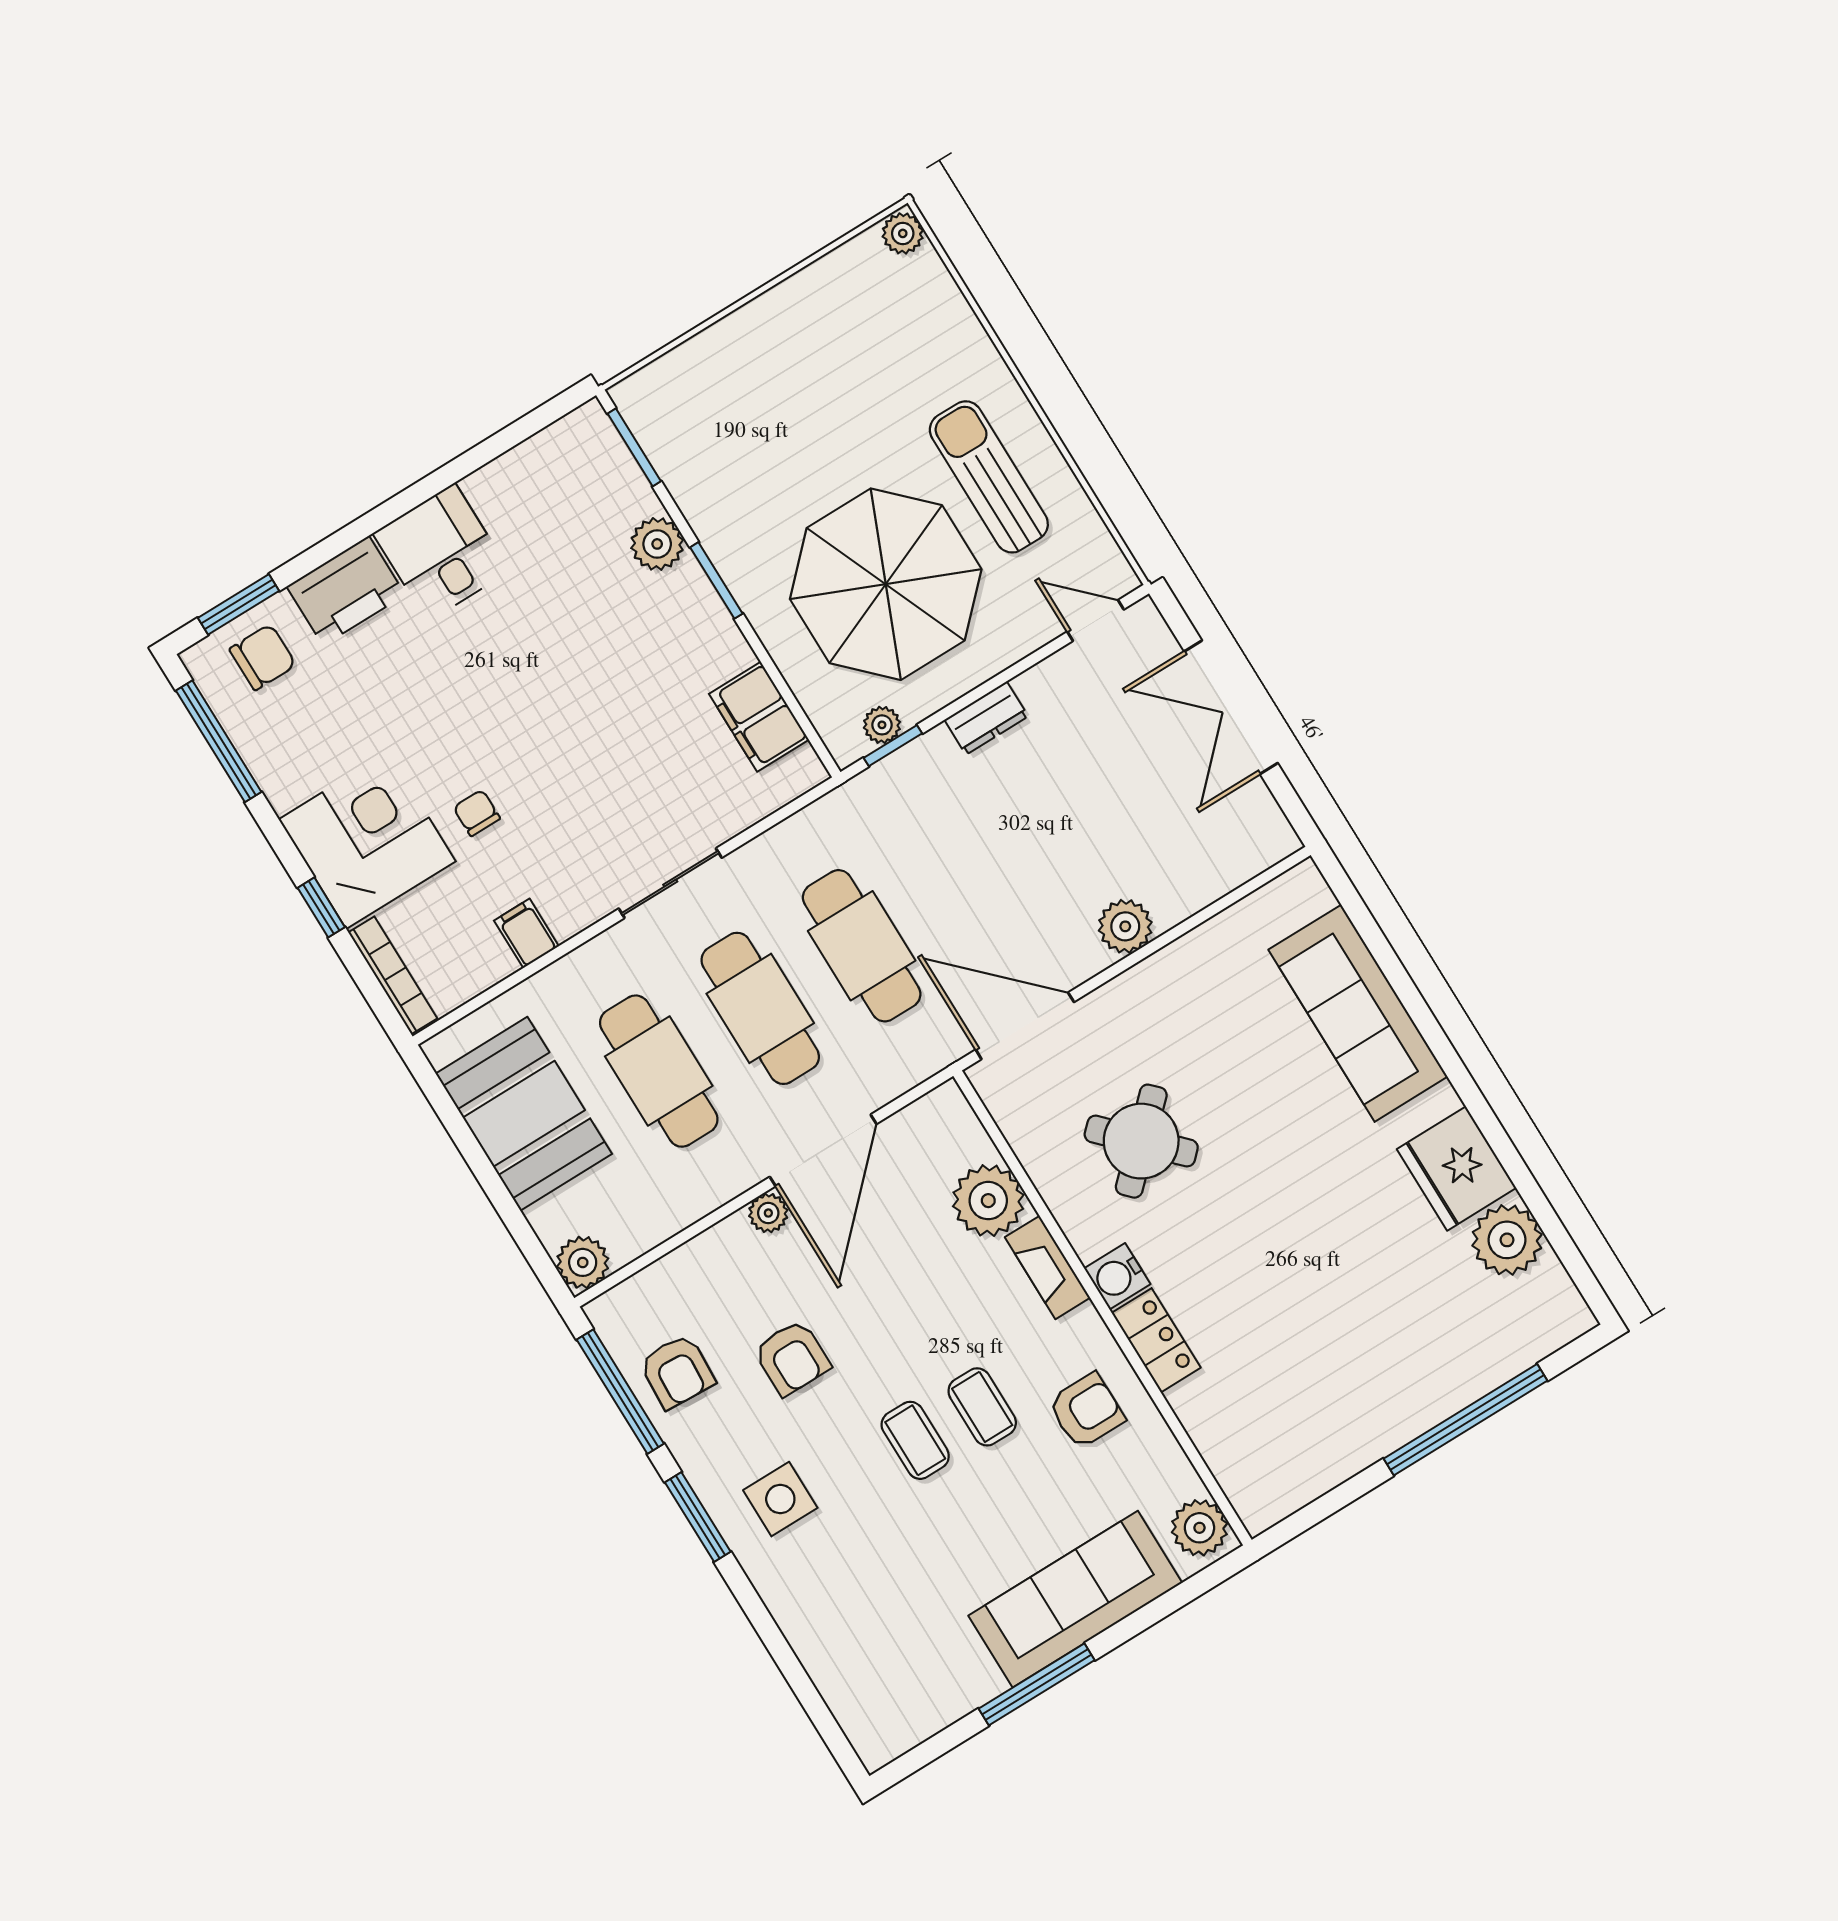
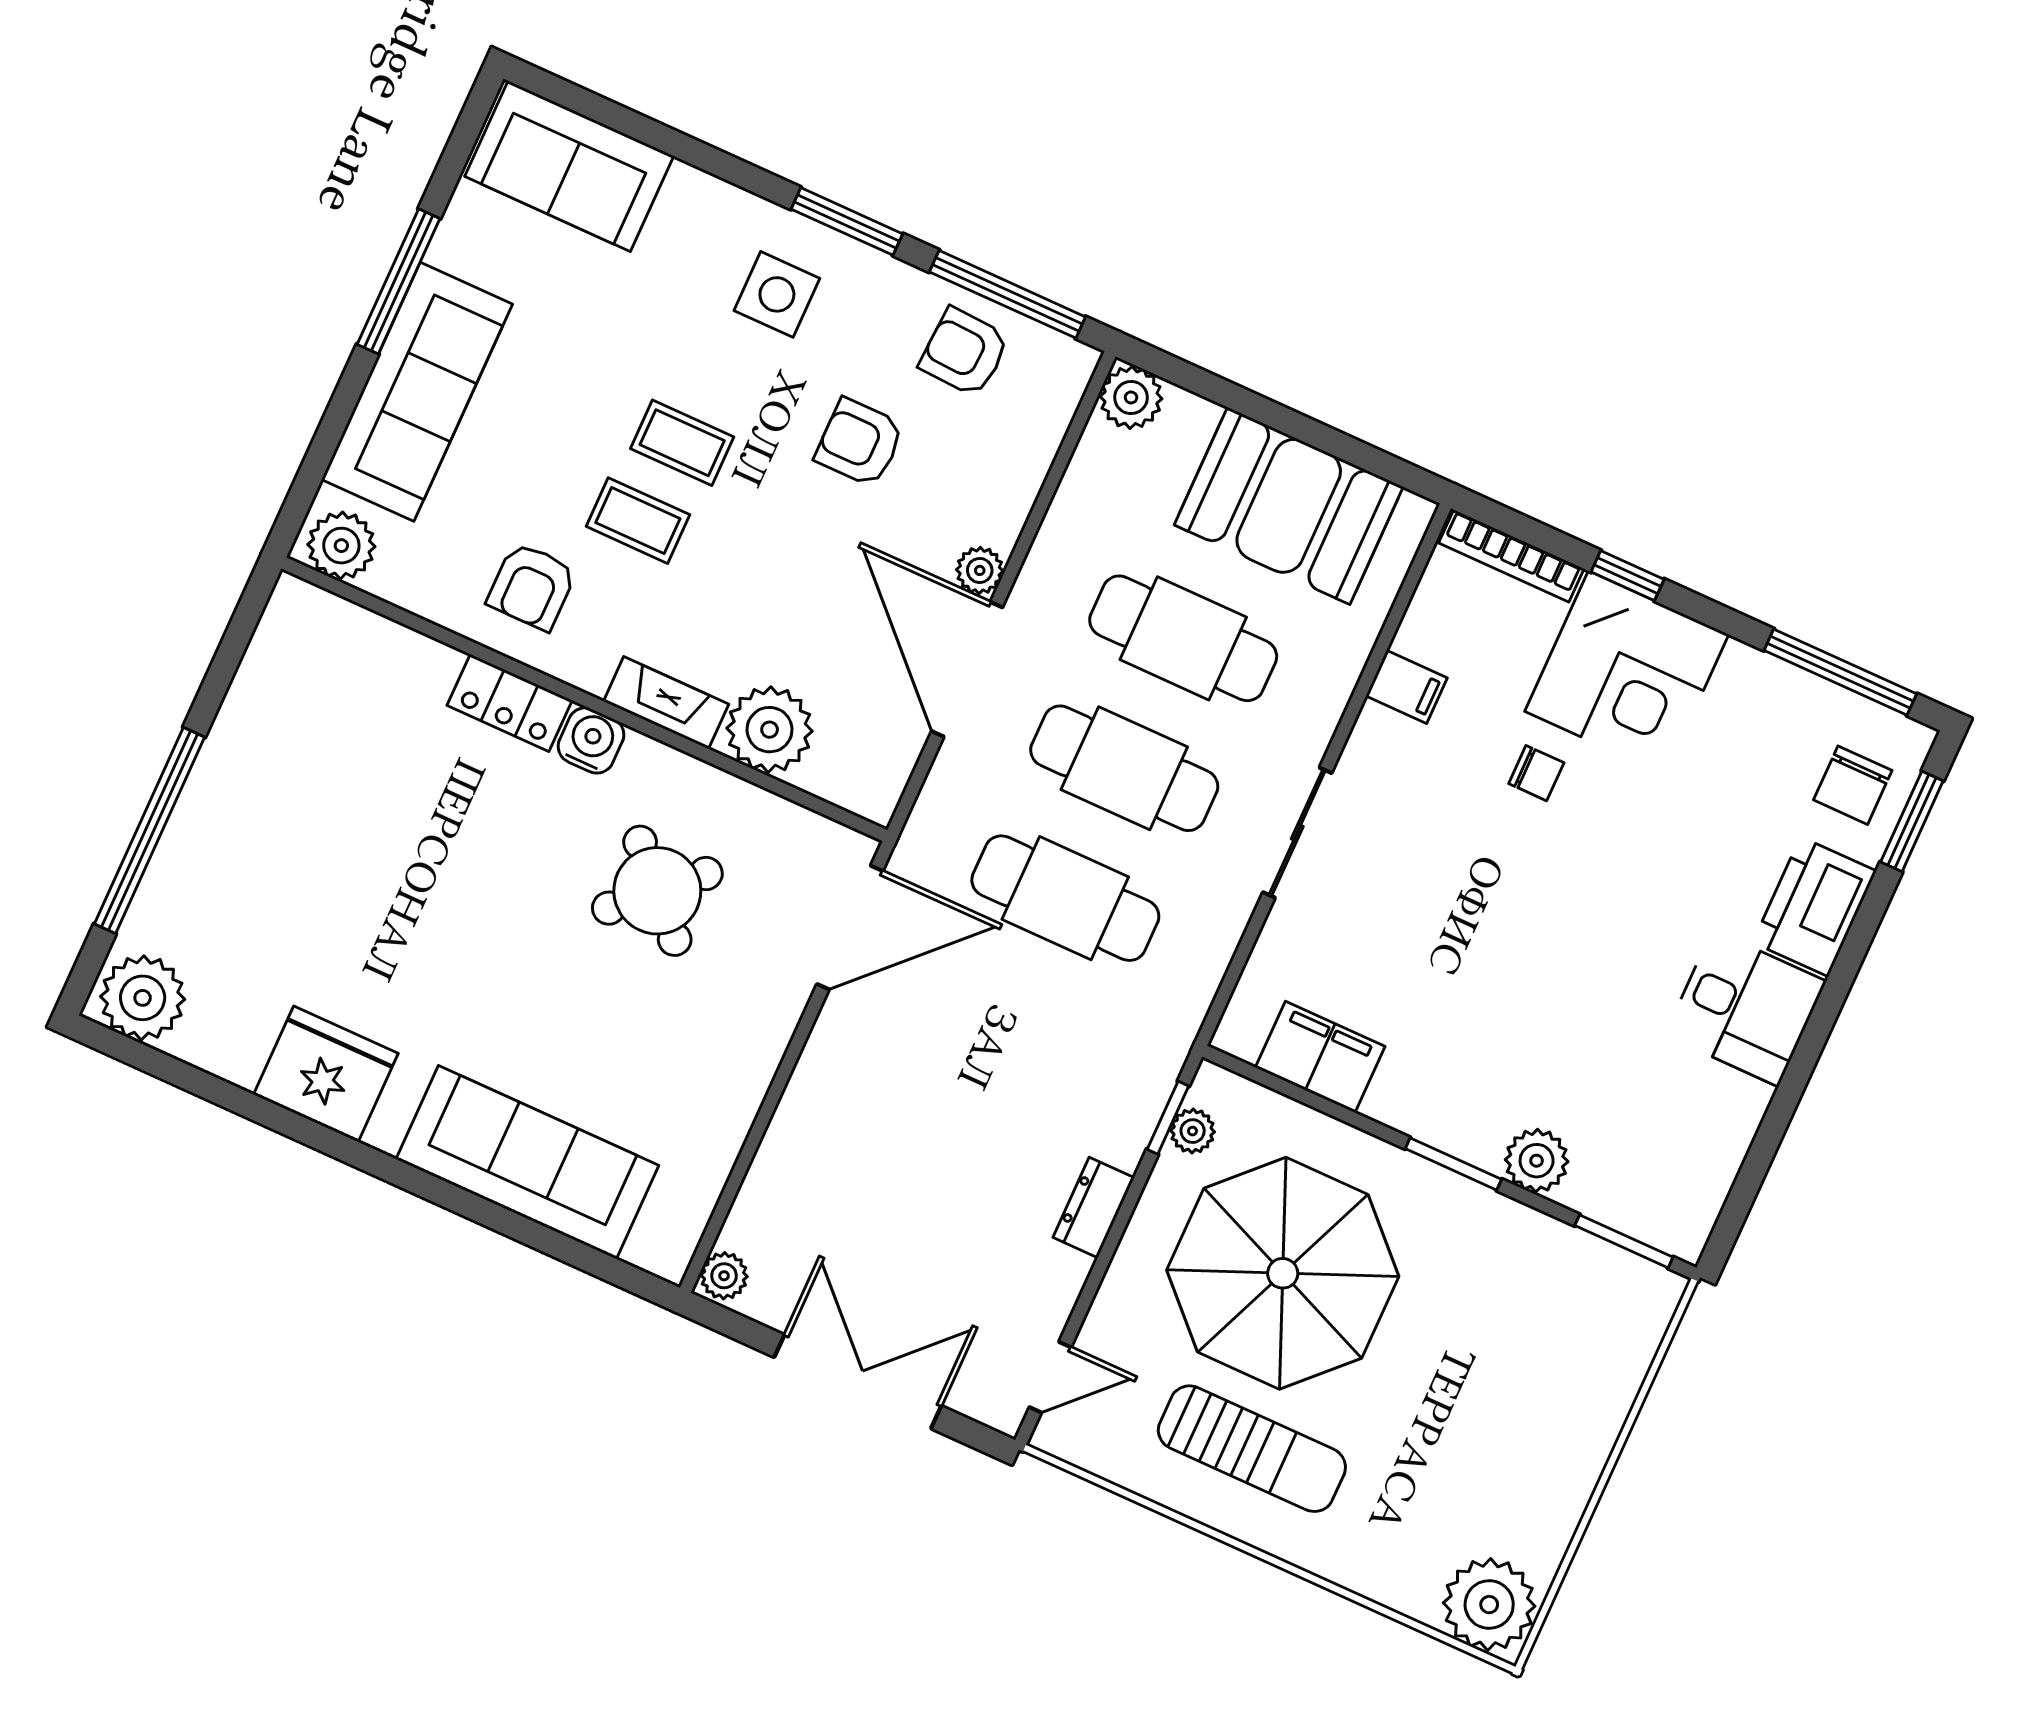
plant: (903, 233) -> (1489, 1605), width x1.87, depth x1.87
plant: (1125, 926) -> (724, 1276), moved, width x0.73, depth x0.73
plant: (1507, 1240) -> (143, 998), moved
sofa: (865, 1685) -> (569, 166), added

